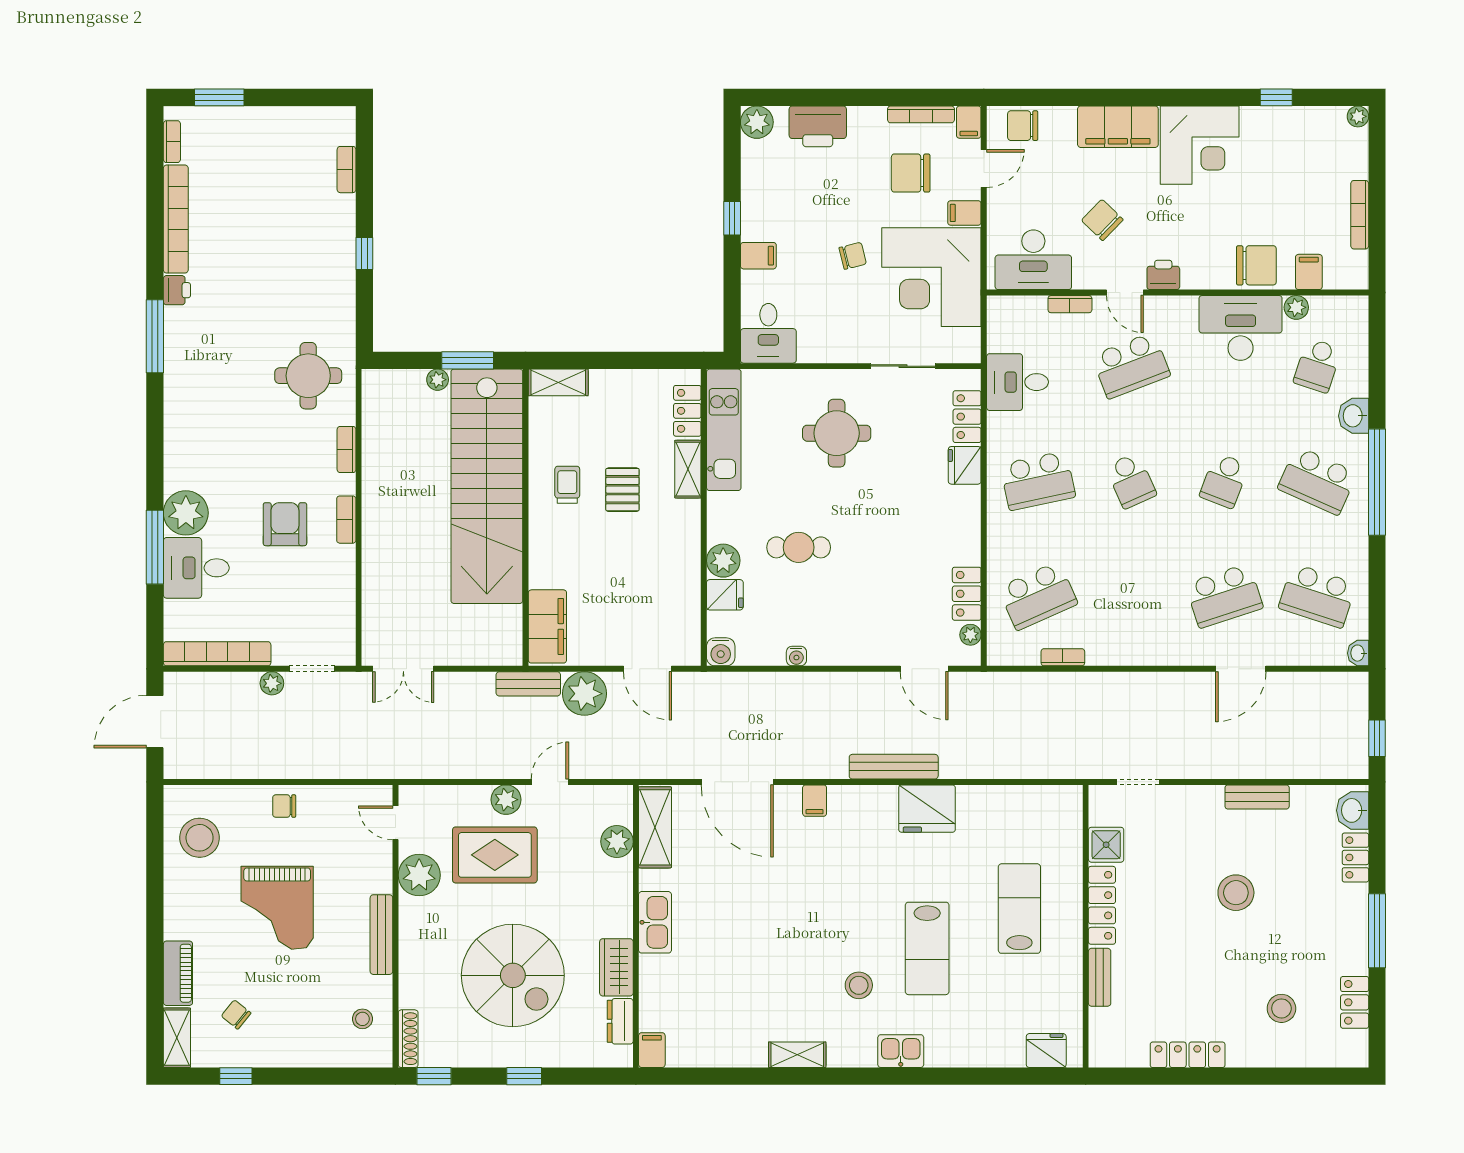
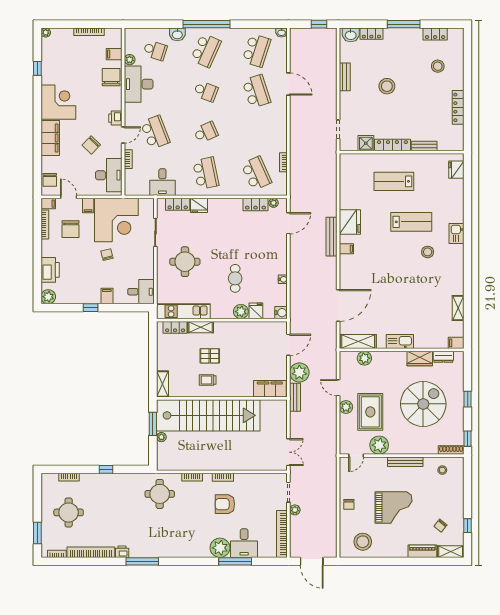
round table: (266, 168) -> (69, 512), added
filing cabinet: (815, 801) -> (346, 249), moved
shelving: (797, 1055) -> (458, 308), moved

